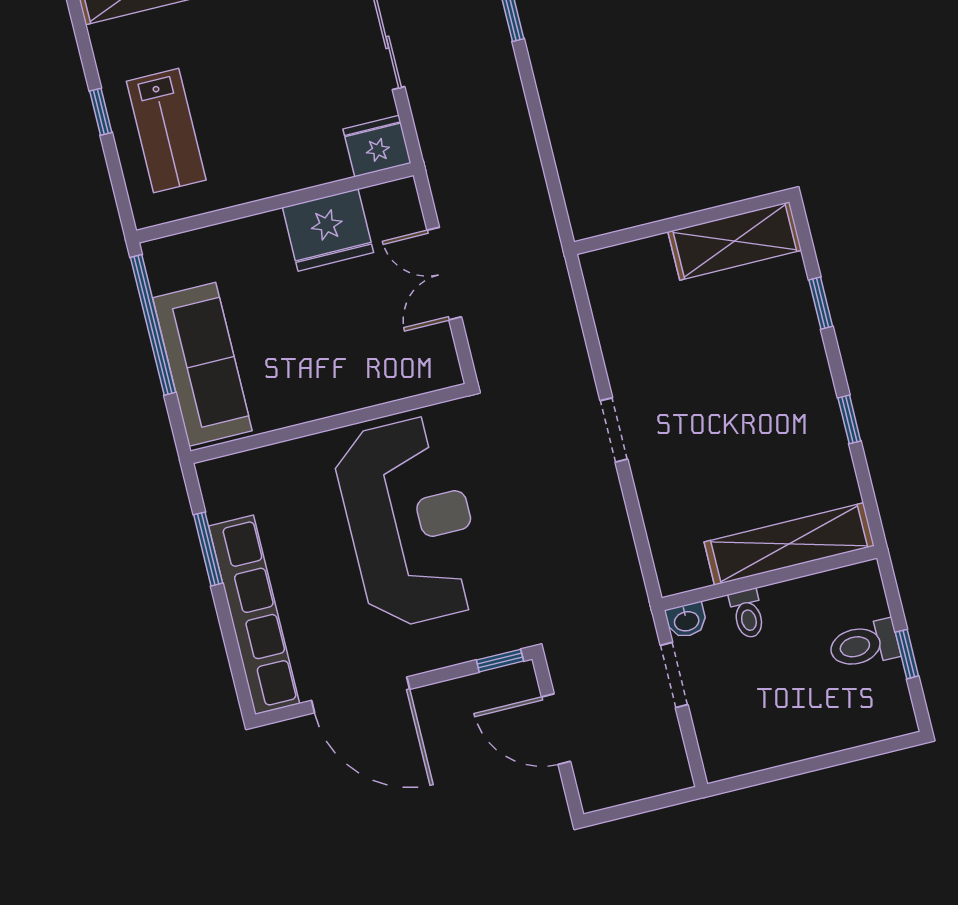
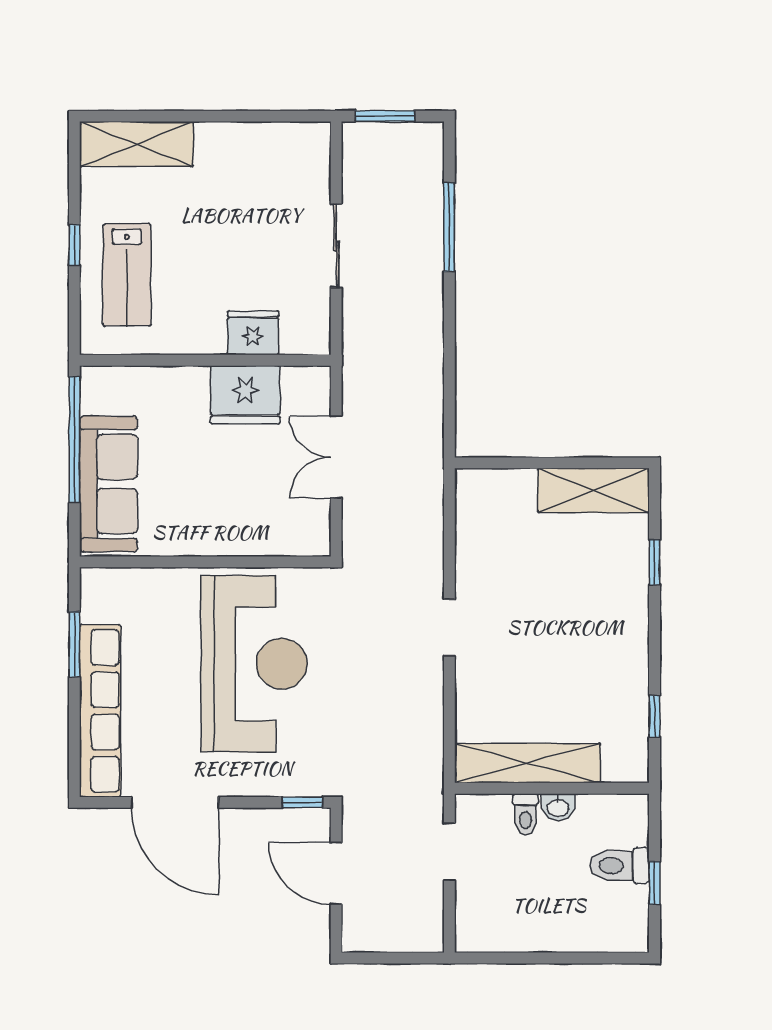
fridge: (377, 146) -> (253, 333), moved
window: (849, 419) -> (655, 716), moved
shelving: (789, 544) -> (528, 763), moved
washbasin: (686, 620) -> (558, 807), moved

